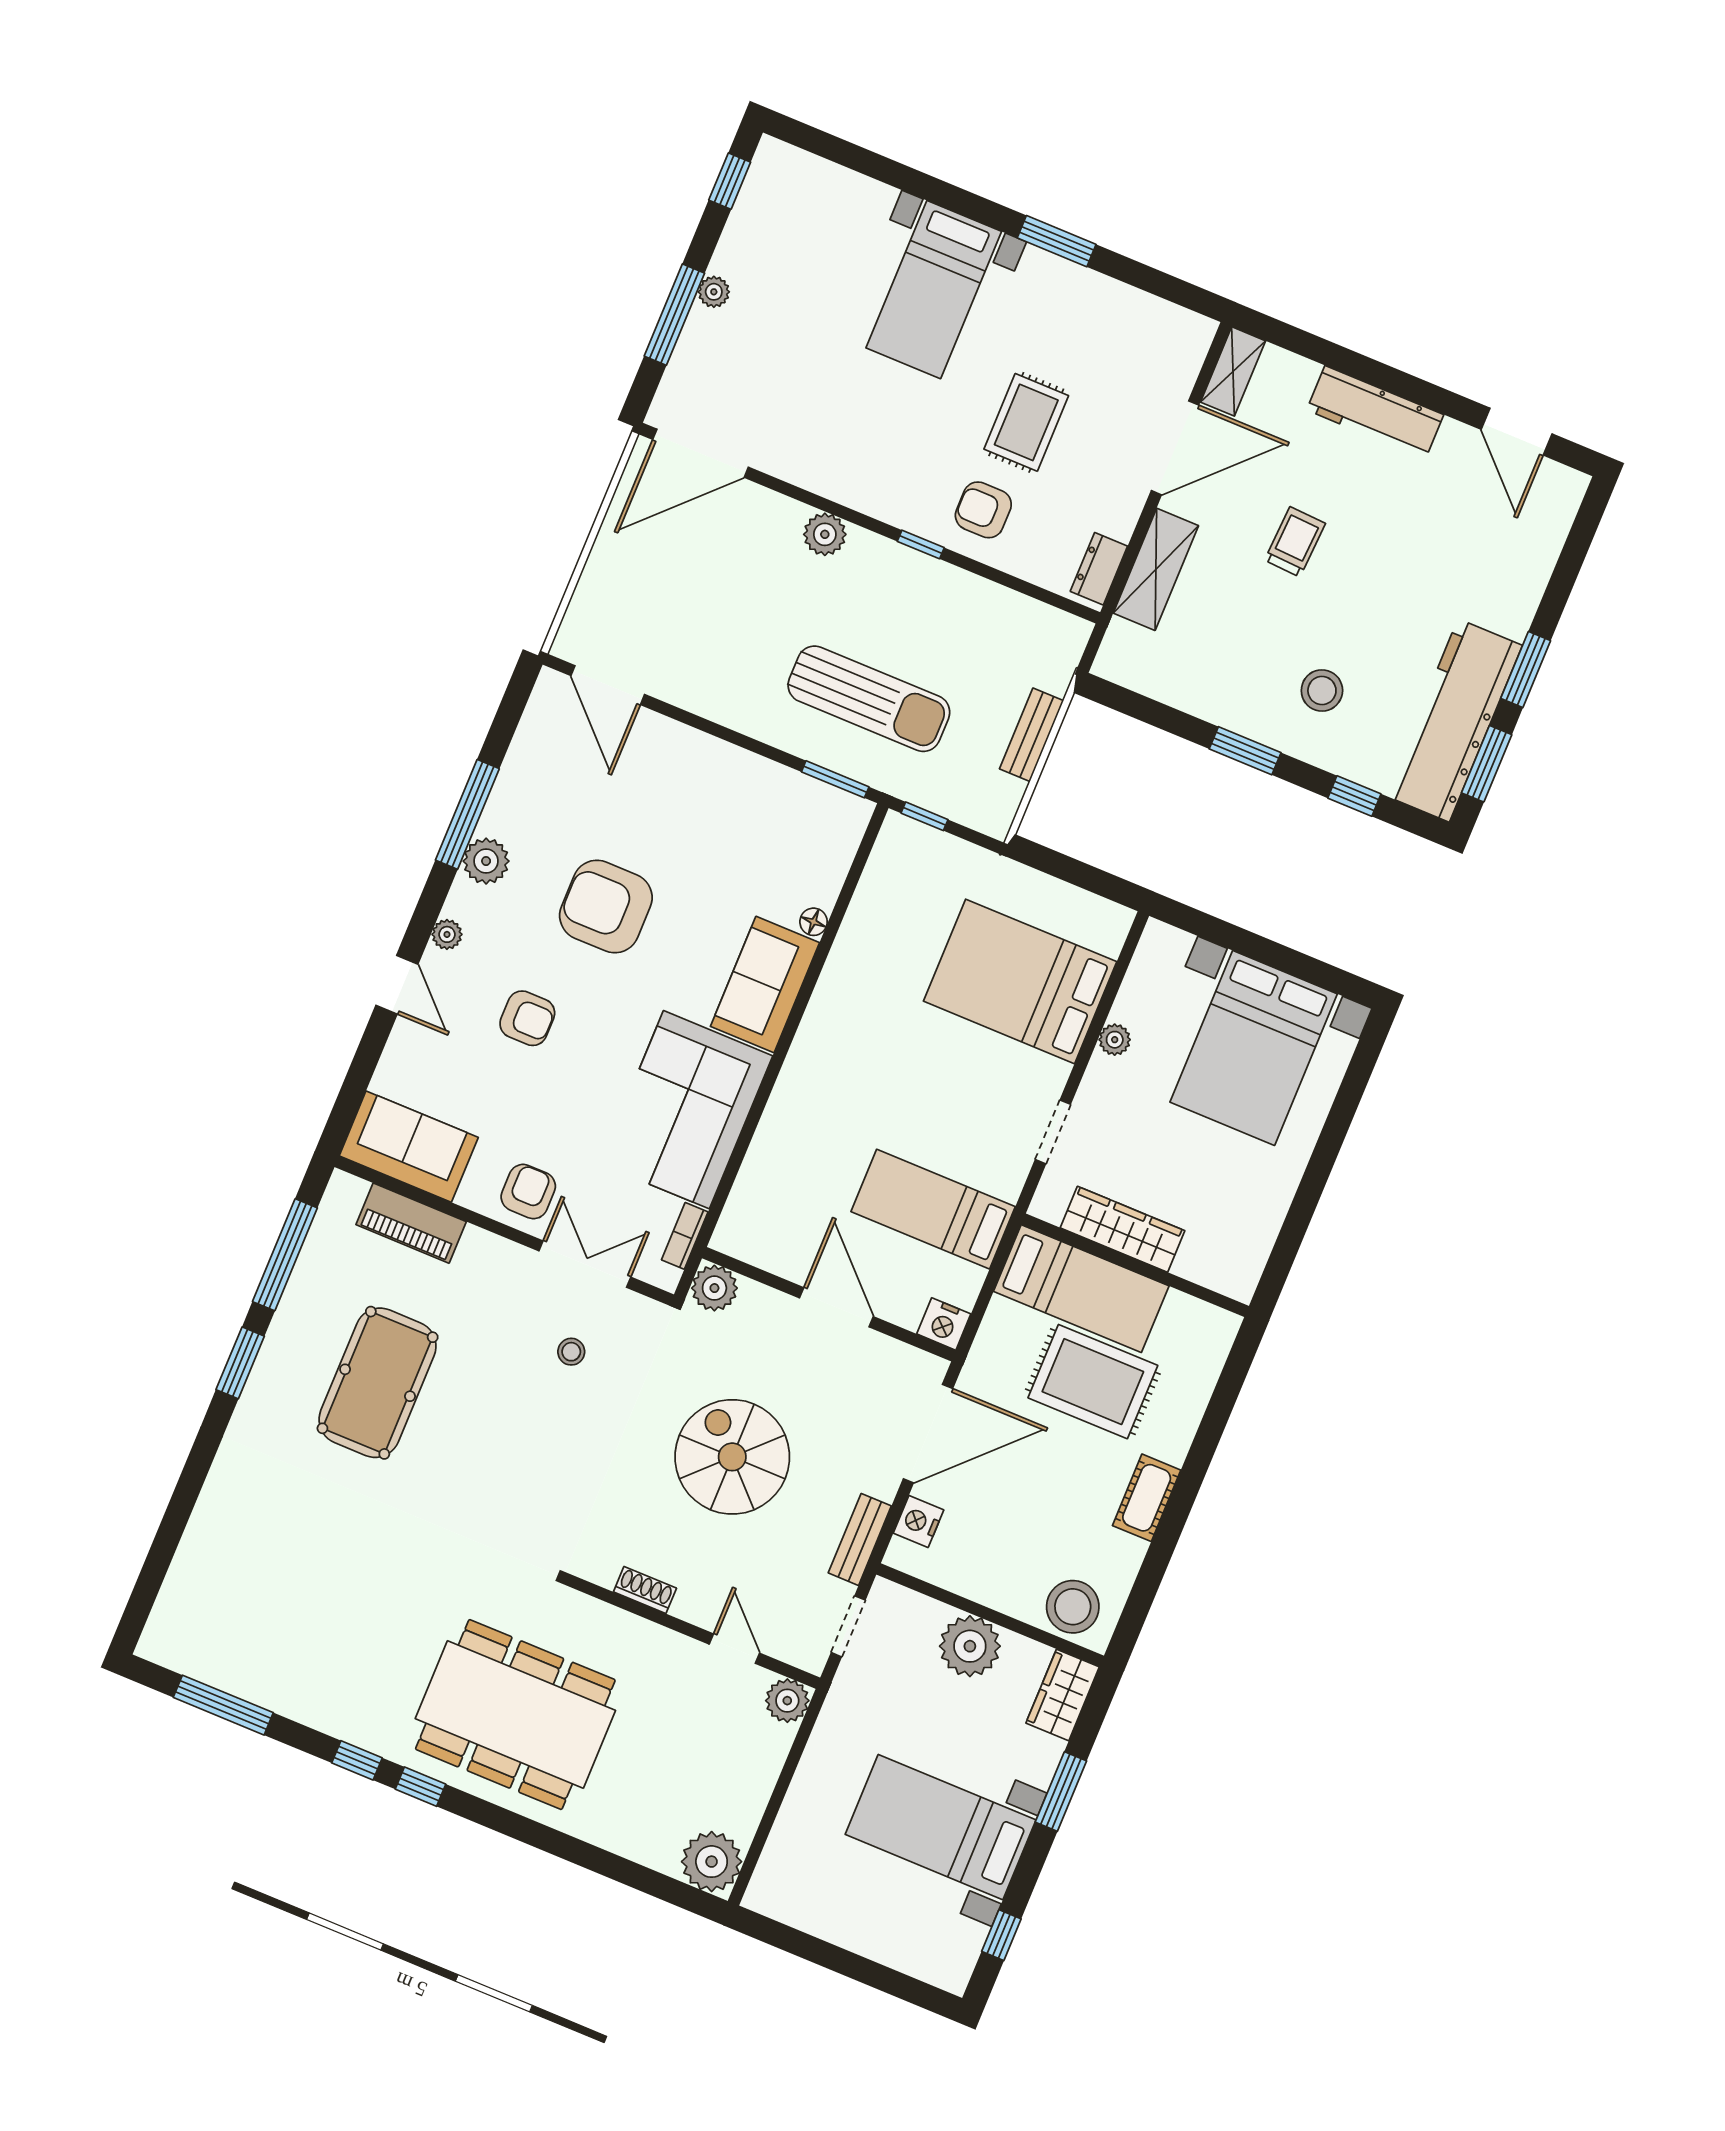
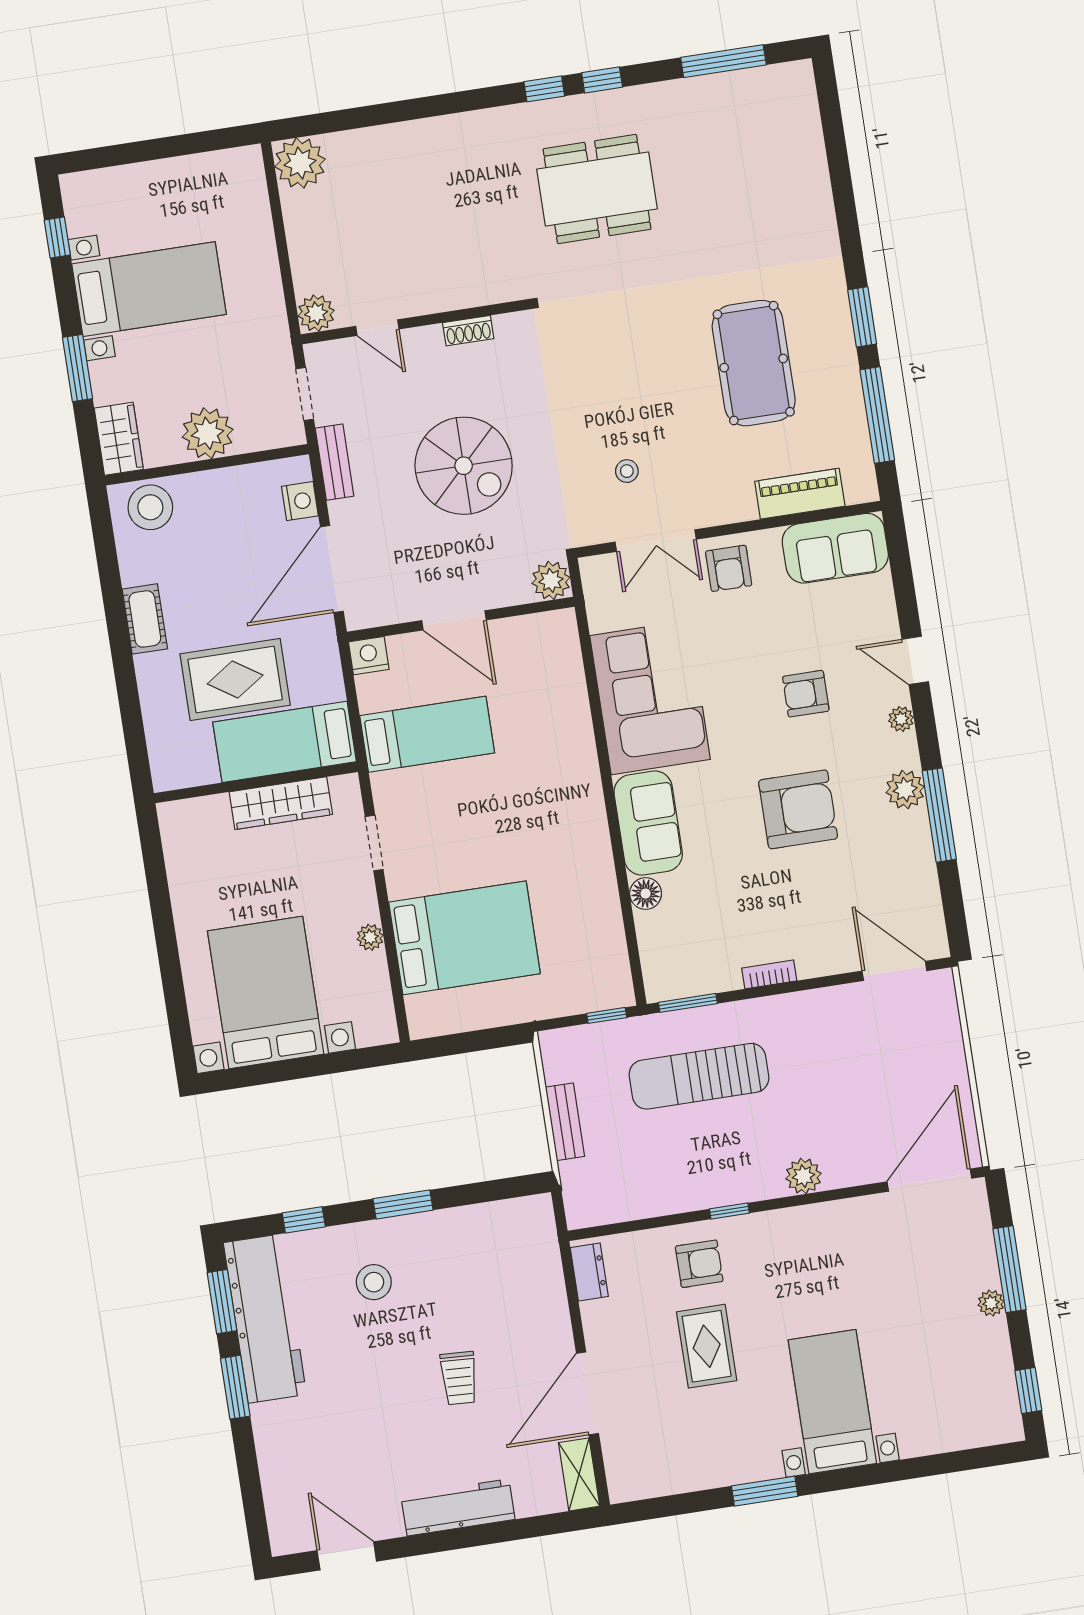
shelving: (1156, 569) -> (548, 1297), removed
floor lamp: (814, 922) -> (646, 894), width x1.37, depth x1.37
bookcase: (685, 1236) -> (769, 974), moved, turned -90
dining table: (515, 1715) -> (597, 189), moved, width x0.73, depth x0.80

